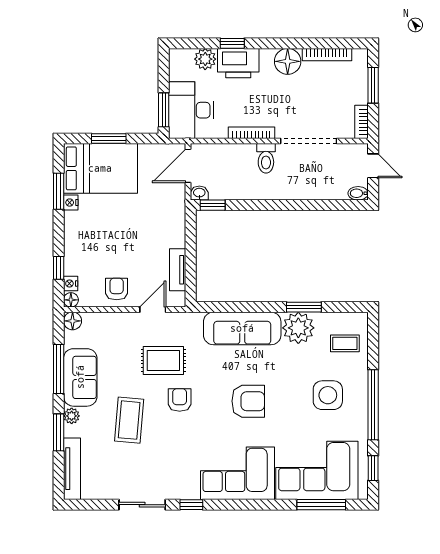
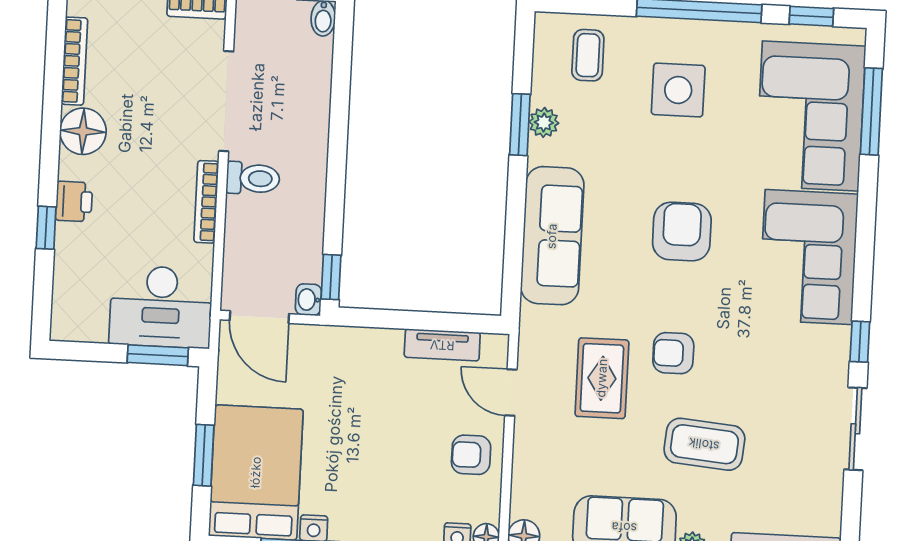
plant: (205, 59) -> (72, 277), removed
printer: (238, 63) -> (74, 201), width x0.53, depth x0.68
plant: (298, 328) -> (544, 122), width x0.53, depth x0.53

